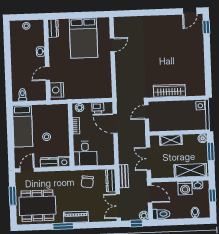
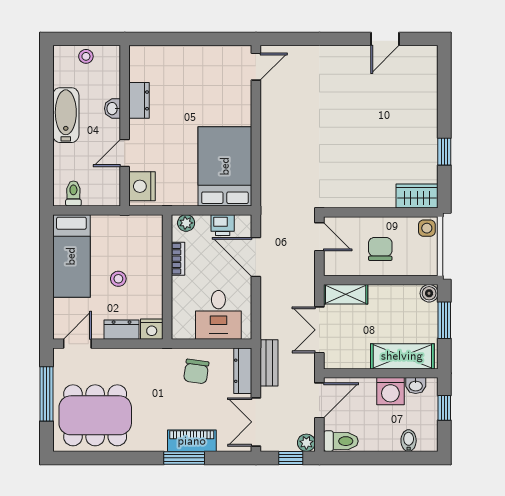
door: (190, 11) -> (385, 39), moved
window: (206, 27) -> (444, 152), moved
dresser: (53, 28) -> (139, 100), moved
bed: (84, 38) -> (225, 166), moved, turned 180
door: (112, 45) -> (256, 67), moved
bathtub: (17, 56) -> (66, 115), added
wardrobe: (169, 91) -> (417, 196), moved, width x0.67
door: (147, 112) -> (319, 237), swing flipped
chair: (177, 117) -> (380, 249), added
shelving: (171, 140) -> (346, 294), moved
desk: (85, 153) -> (218, 315), moved
door: (150, 194) -> (319, 400), hinge flipped
window: (13, 196) -> (46, 394), width x1.44
piano: (76, 217) -> (192, 441), moved
window: (63, 226) -> (184, 458), moved

